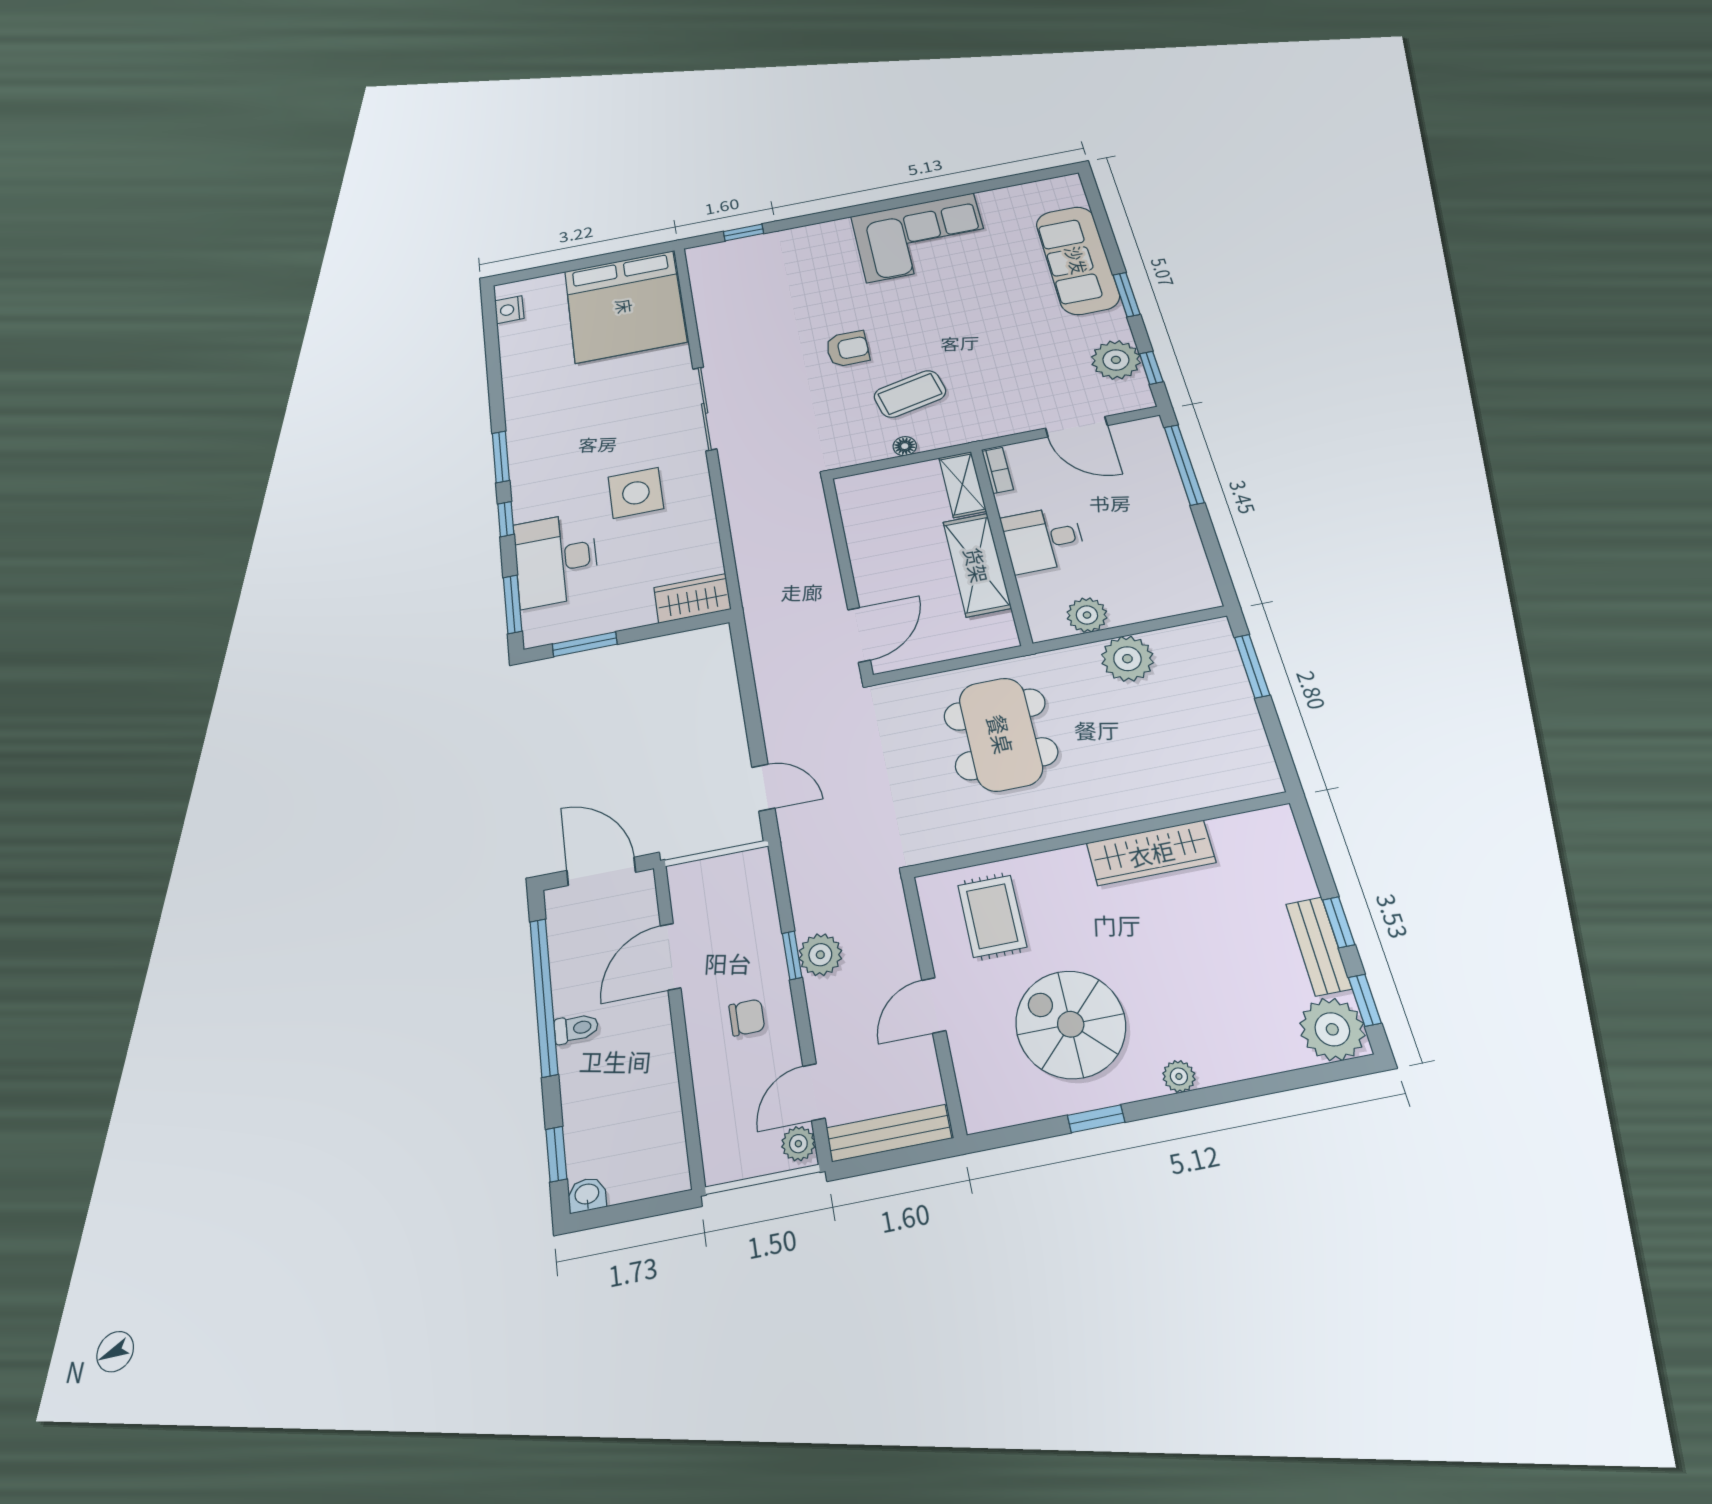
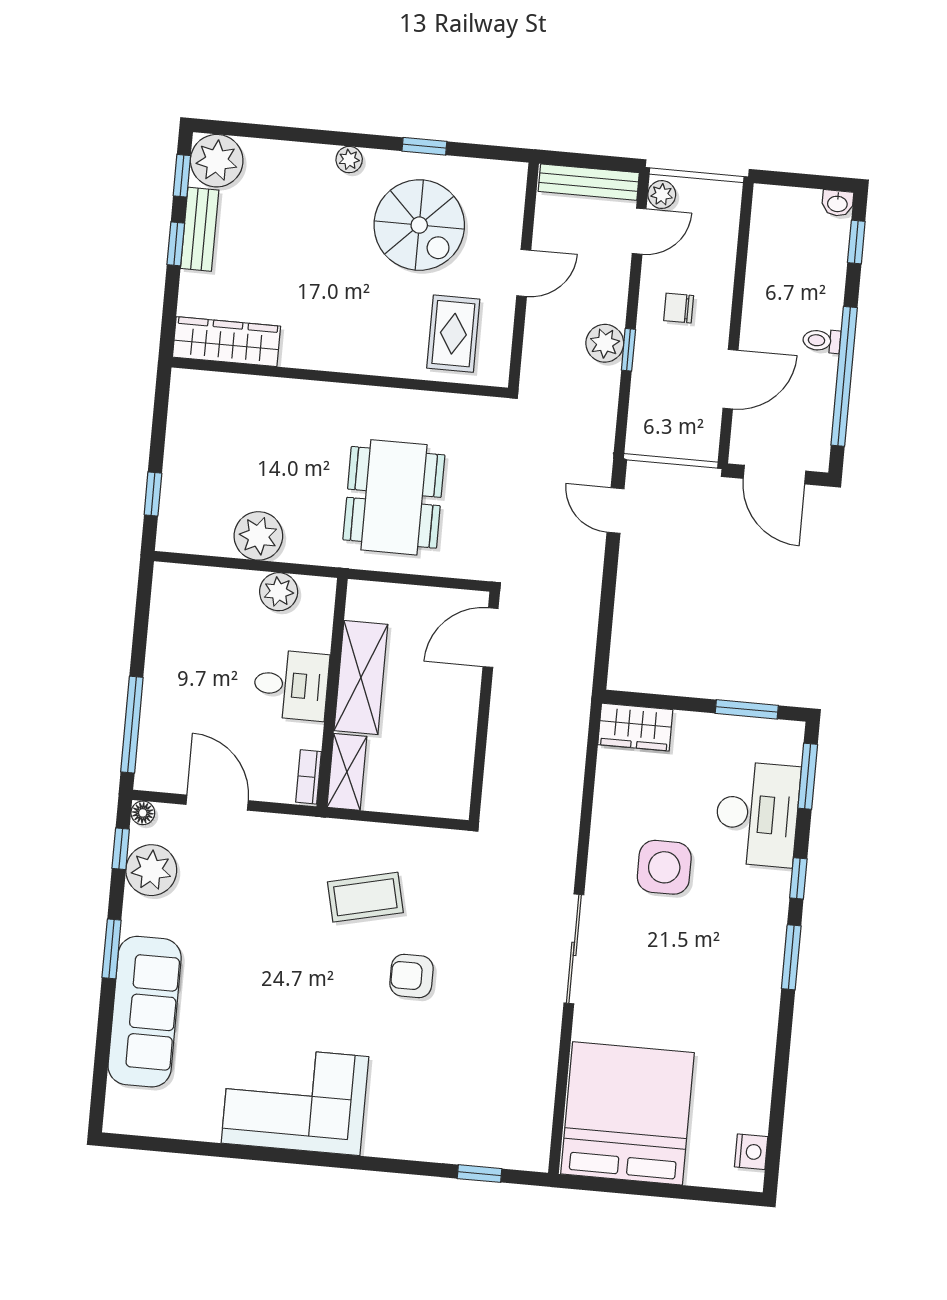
floor lamp: (905, 446) -> (143, 813), moved
window: (1252, 666) -> (153, 494), width x0.67
wardrobe: (1151, 853) -> (226, 342), moved

